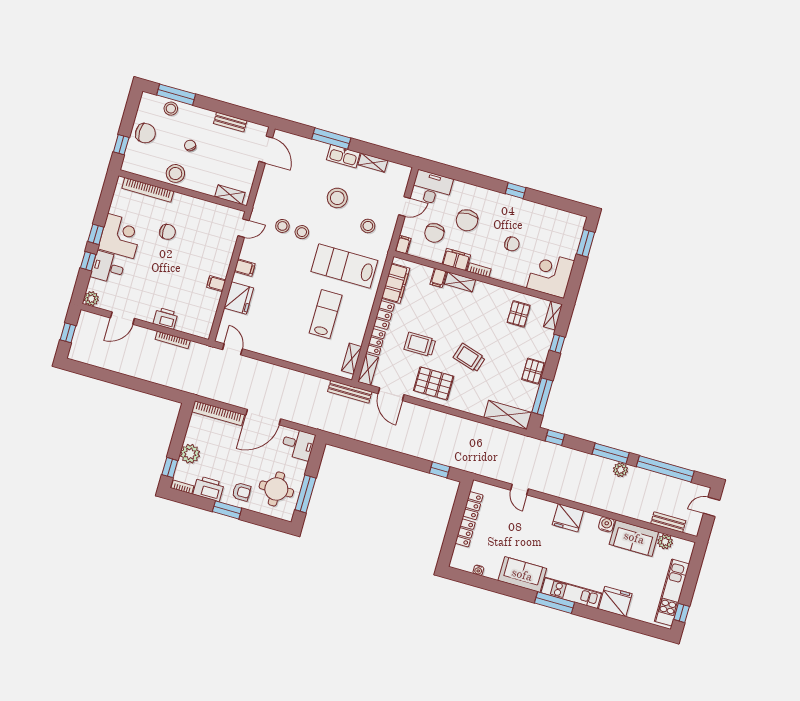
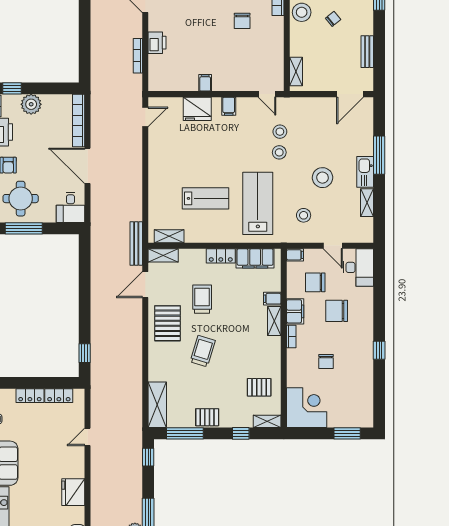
locker: (376, 342) -> (192, 255), removed

